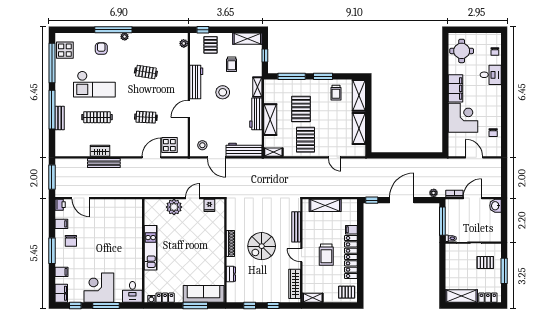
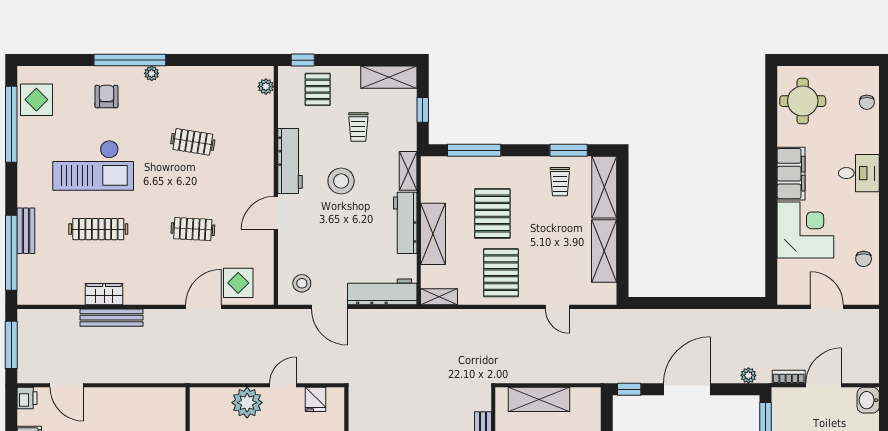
desk: (491, 75) -> (859, 173), moved
window: (323, 76) -> (569, 150), moved
window: (52, 110) -> (11, 253), moved

